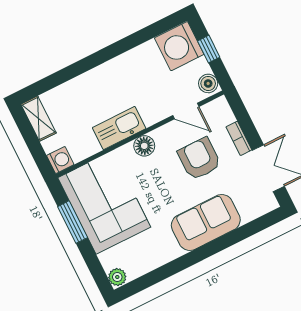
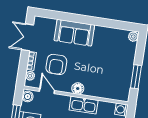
plant: (226, 116) -> (30, 76), added
corner sofa: (104, 202) -> (115, 75), removed

